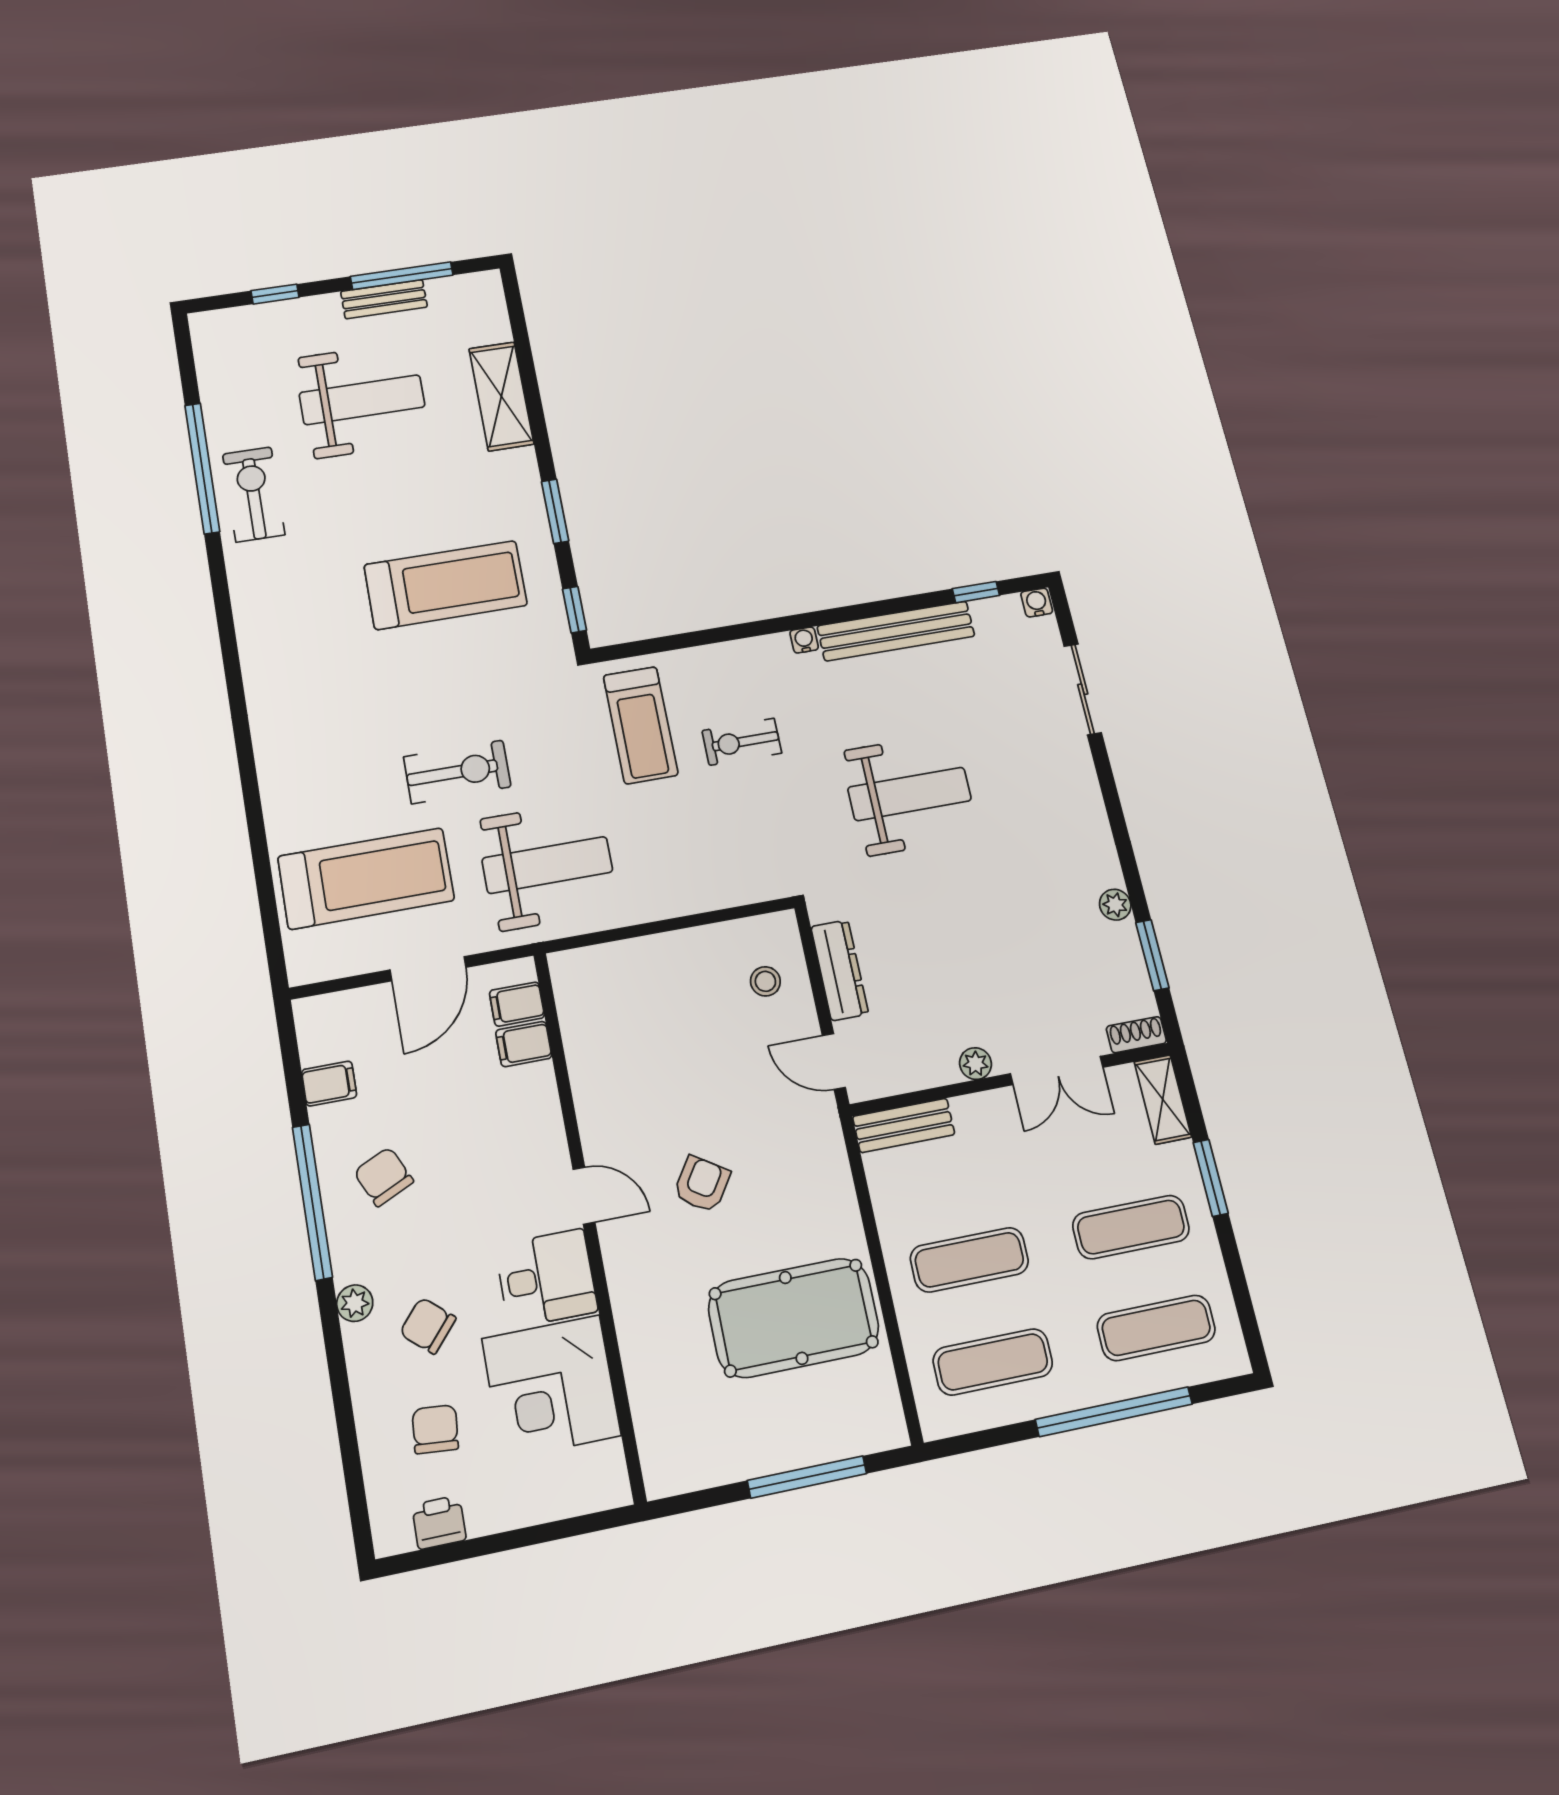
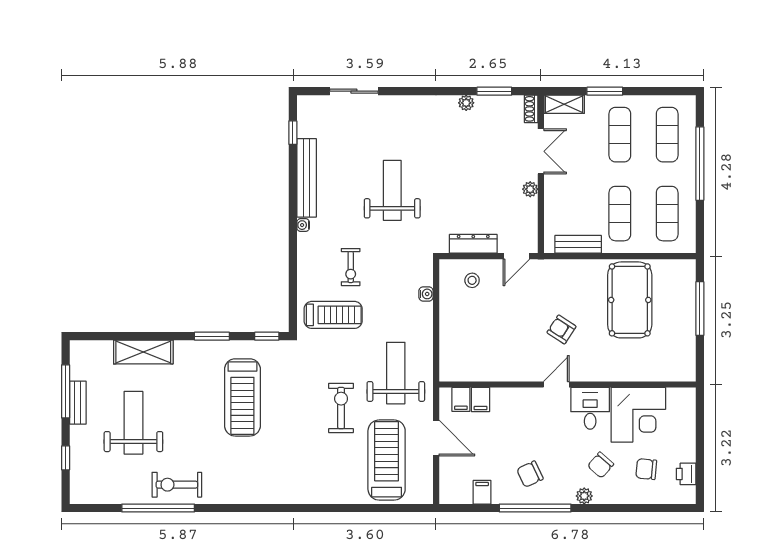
treadmill: (446, 585) -> (242, 397), turned 180
water cooler: (1037, 603) -> (426, 294), moved, turned 180
bench: (904, 1125) -> (578, 244), moved, turned 90

